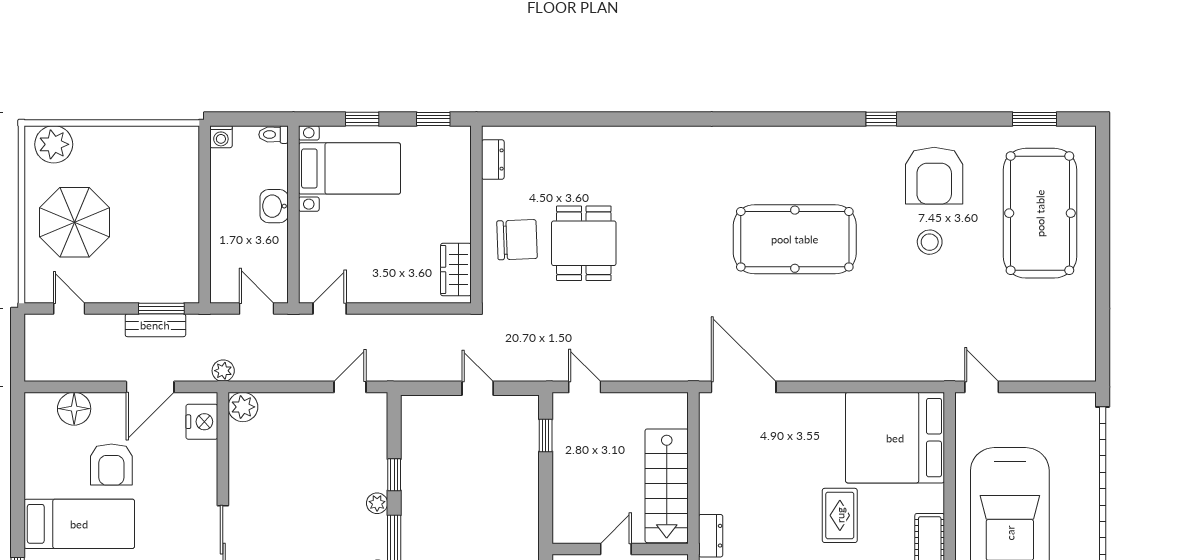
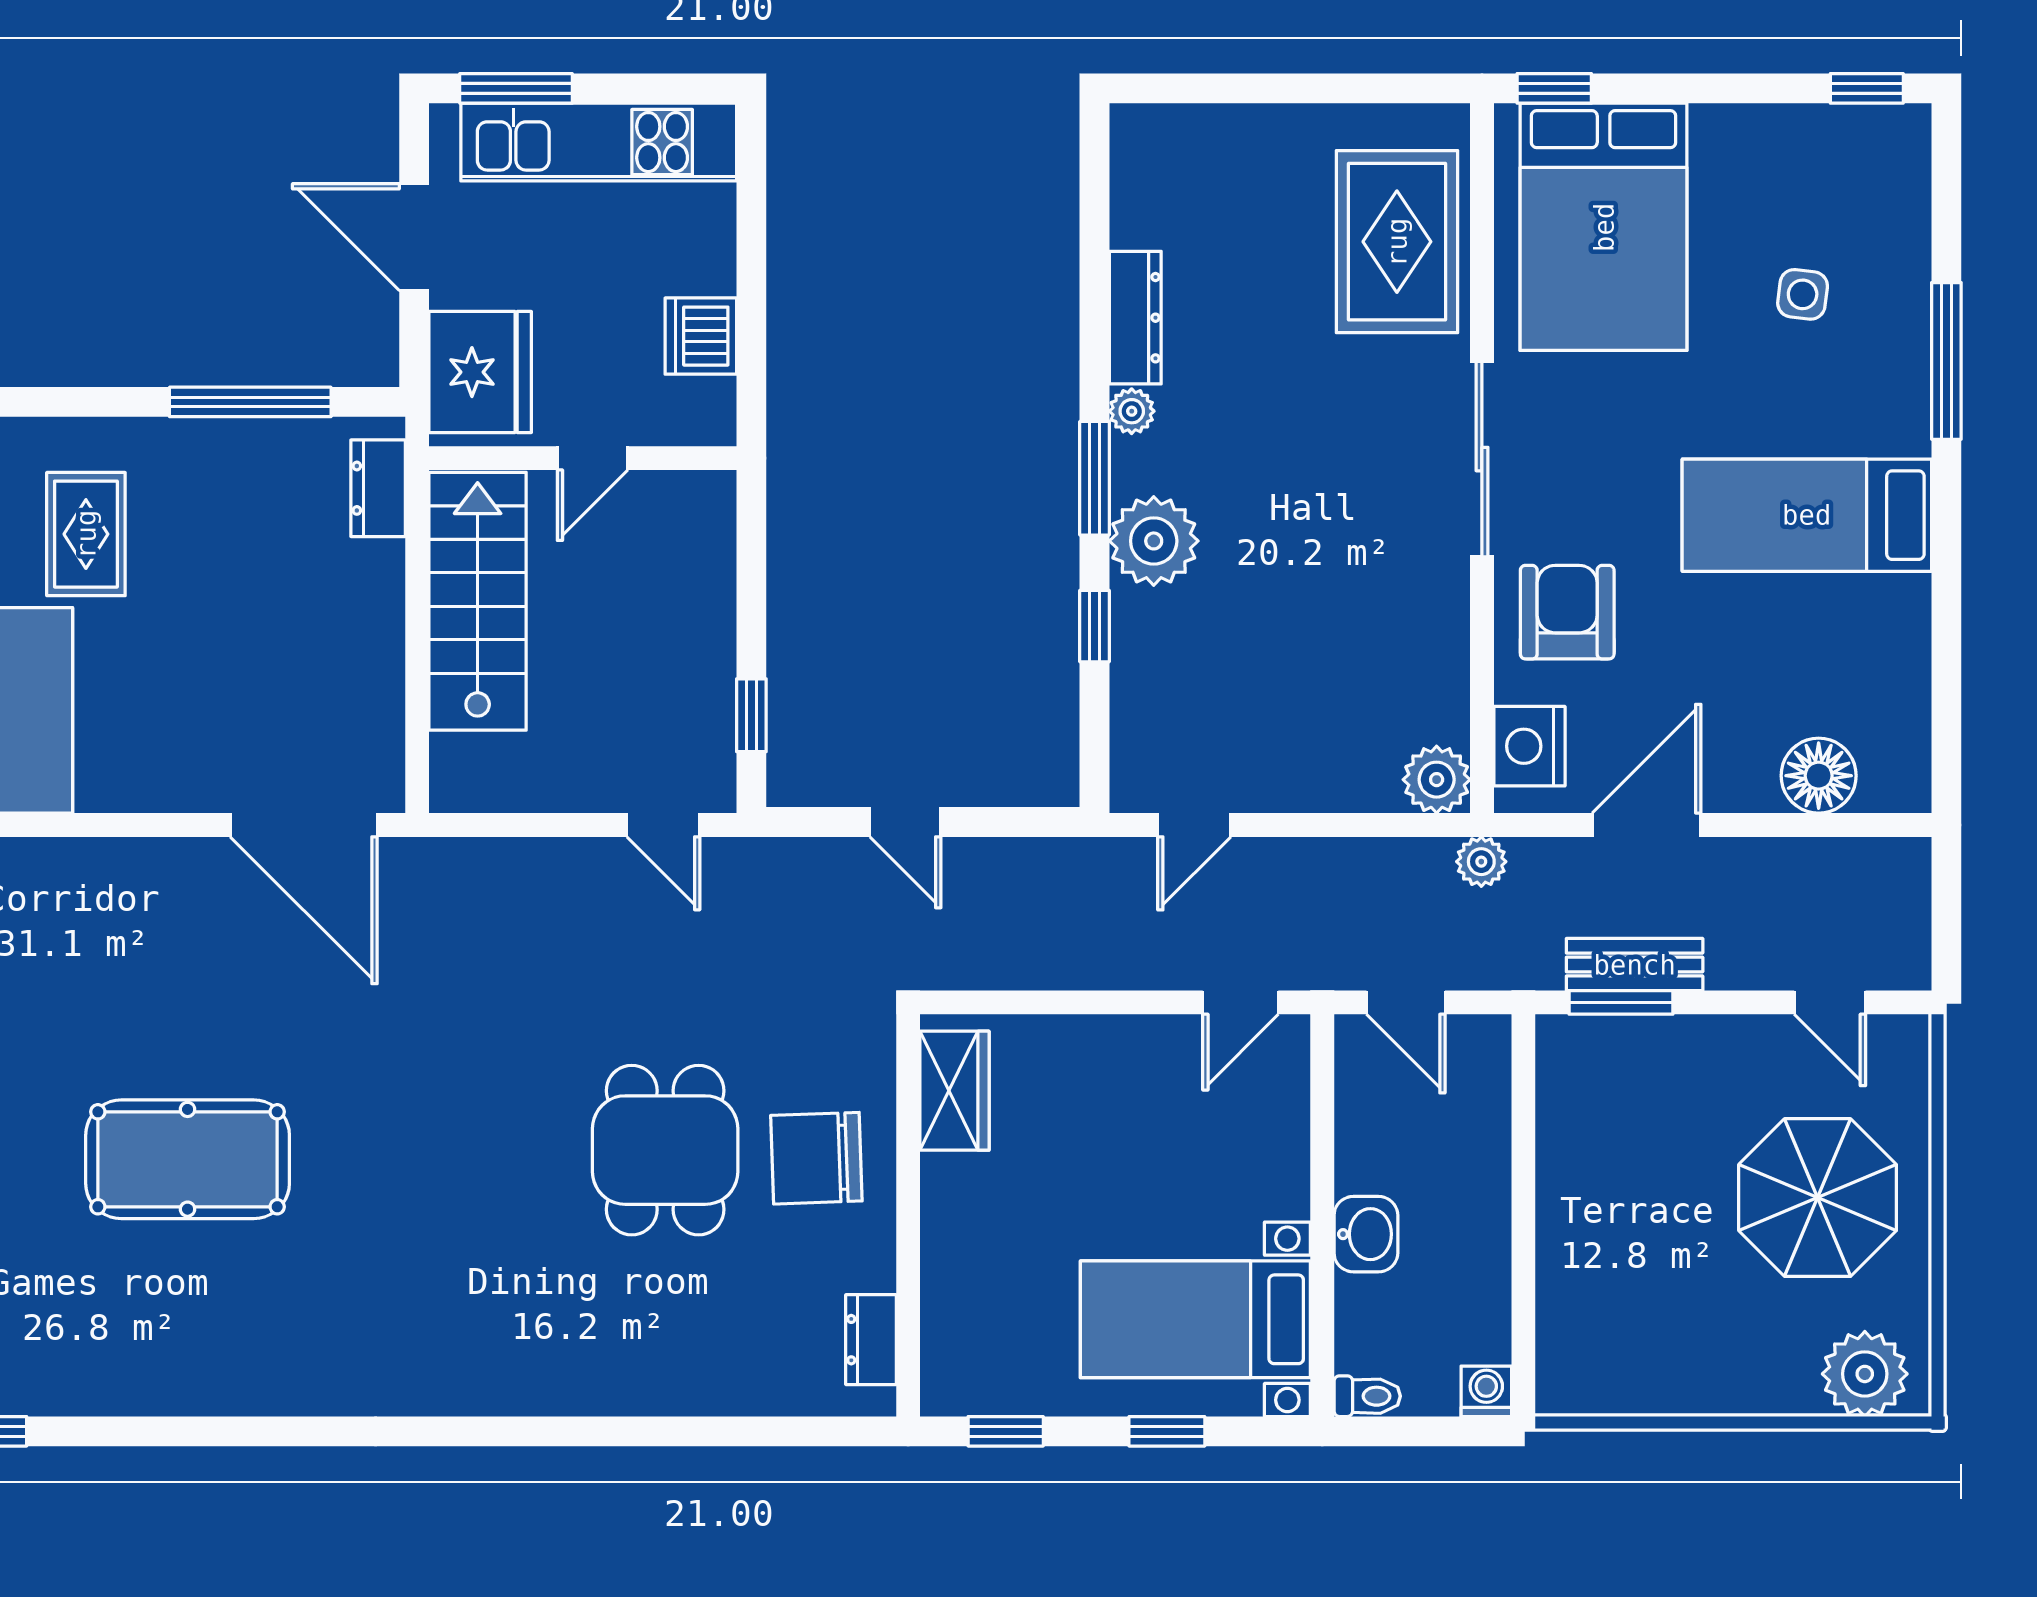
pool table: (795, 239) -> (188, 1159), width x0.73, depth x0.76
armchair: (111, 464) -> (1567, 612), moved
plant: (377, 503) -> (1154, 541), width x1.88, depth x1.88

